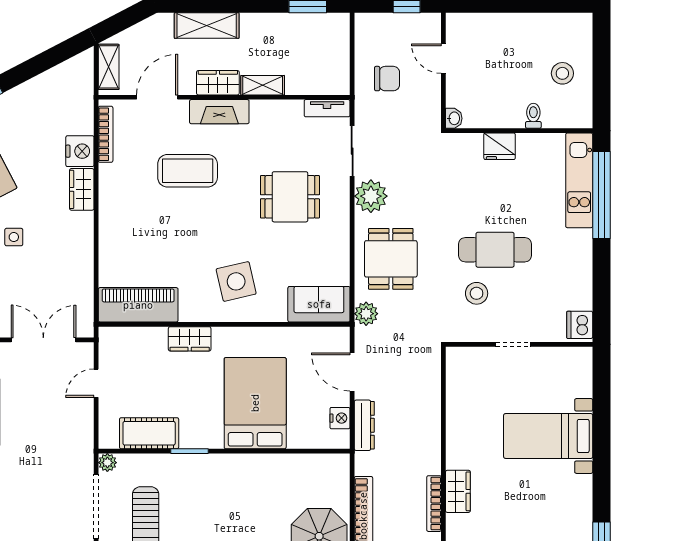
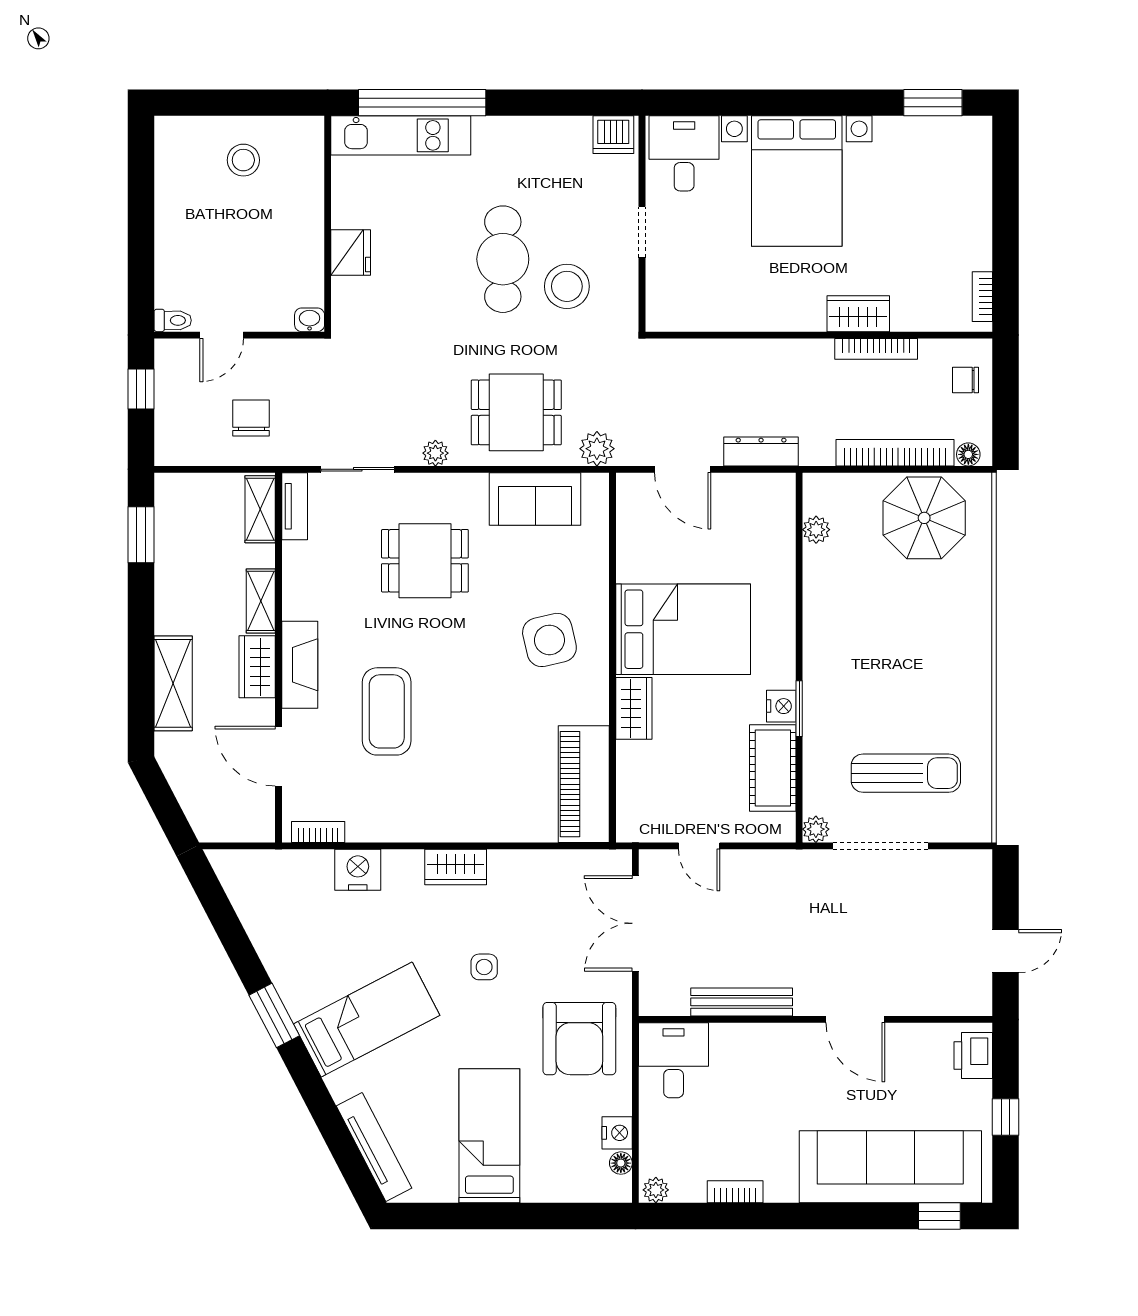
shelving: (109, 67) -> (260, 509), moved, turned 90
toilet: (533, 116) -> (173, 320), moved, turned 180
bookcase: (106, 134) -> (318, 832), width x0.64
wardrobe: (82, 189) -> (456, 867), moved
plant: (371, 196) -> (435, 453), width x0.53, depth x0.53
dining table: (290, 197) -> (425, 561), turned 90
stool: (477, 293) -> (567, 286), width x1.38, depth x1.38
sofa: (319, 304) -> (535, 499), moved, turned -90
door: (352, 372) -> (683, 469), hinge flipped
desk: (567, 373) -> (684, 153), added
bed: (255, 403) -> (683, 629), moved, turned 180
nightstand: (340, 418) -> (781, 706), moved, turned 90
bed with nightstands: (548, 436) -> (797, 181), width x1.36
plant: (311, 463) -> (816, 530), added

